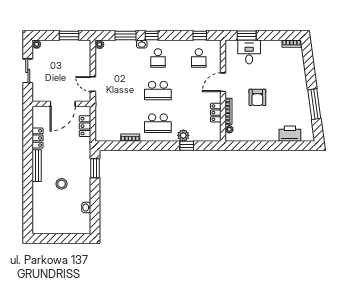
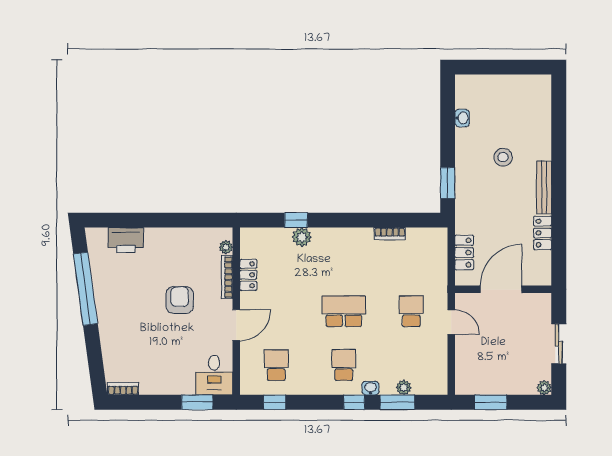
plant: (100, 44) -> (404, 388), moved
desk: (249, 52) -> (214, 375), moved
window: (314, 104) -> (86, 289), width x1.46
school desk: (158, 123) -> (411, 311), moved, width x0.54

